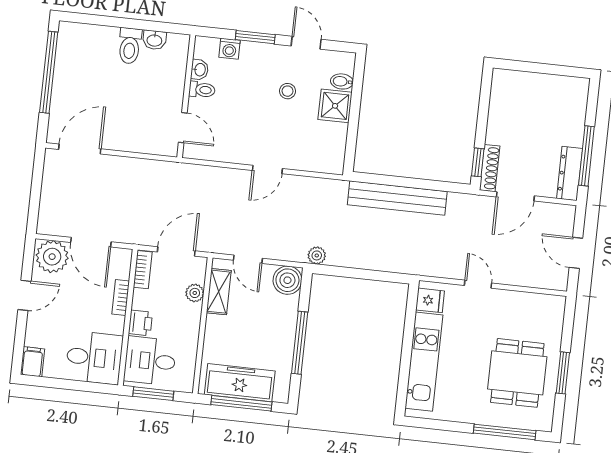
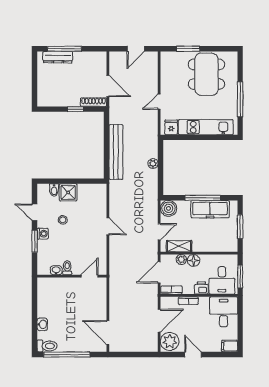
washbasin: (154, 40) -> (42, 324), moved
door: (306, 43) -> (35, 212), hinge flipped
toilet: (130, 46) -> (47, 346), moved
washing machine: (230, 49) -> (43, 234), moved
window: (586, 156) -> (65, 49), moved
window: (478, 162) -> (76, 109), moved
dresser: (570, 173) -> (58, 57), moved
door: (176, 251) -> (159, 272), hinge flipped
plant: (317, 255) -> (153, 164), moved
floor lamp: (191, 314) -> (194, 260), added
dining table: (517, 373) -> (206, 74), width x1.37
window: (563, 373) -> (188, 49), moved
freezer: (240, 383) -> (210, 209), moved, turned -90
window: (241, 403) -> (240, 227), width x0.69
window: (505, 432) -> (240, 99), moved

